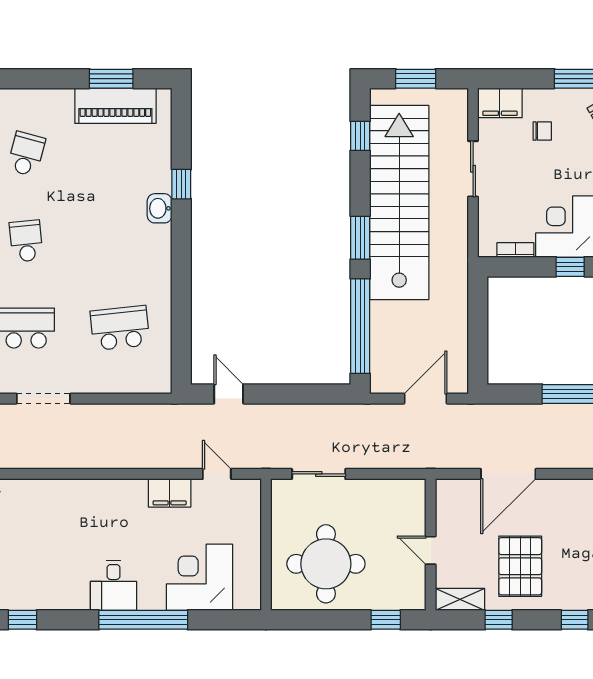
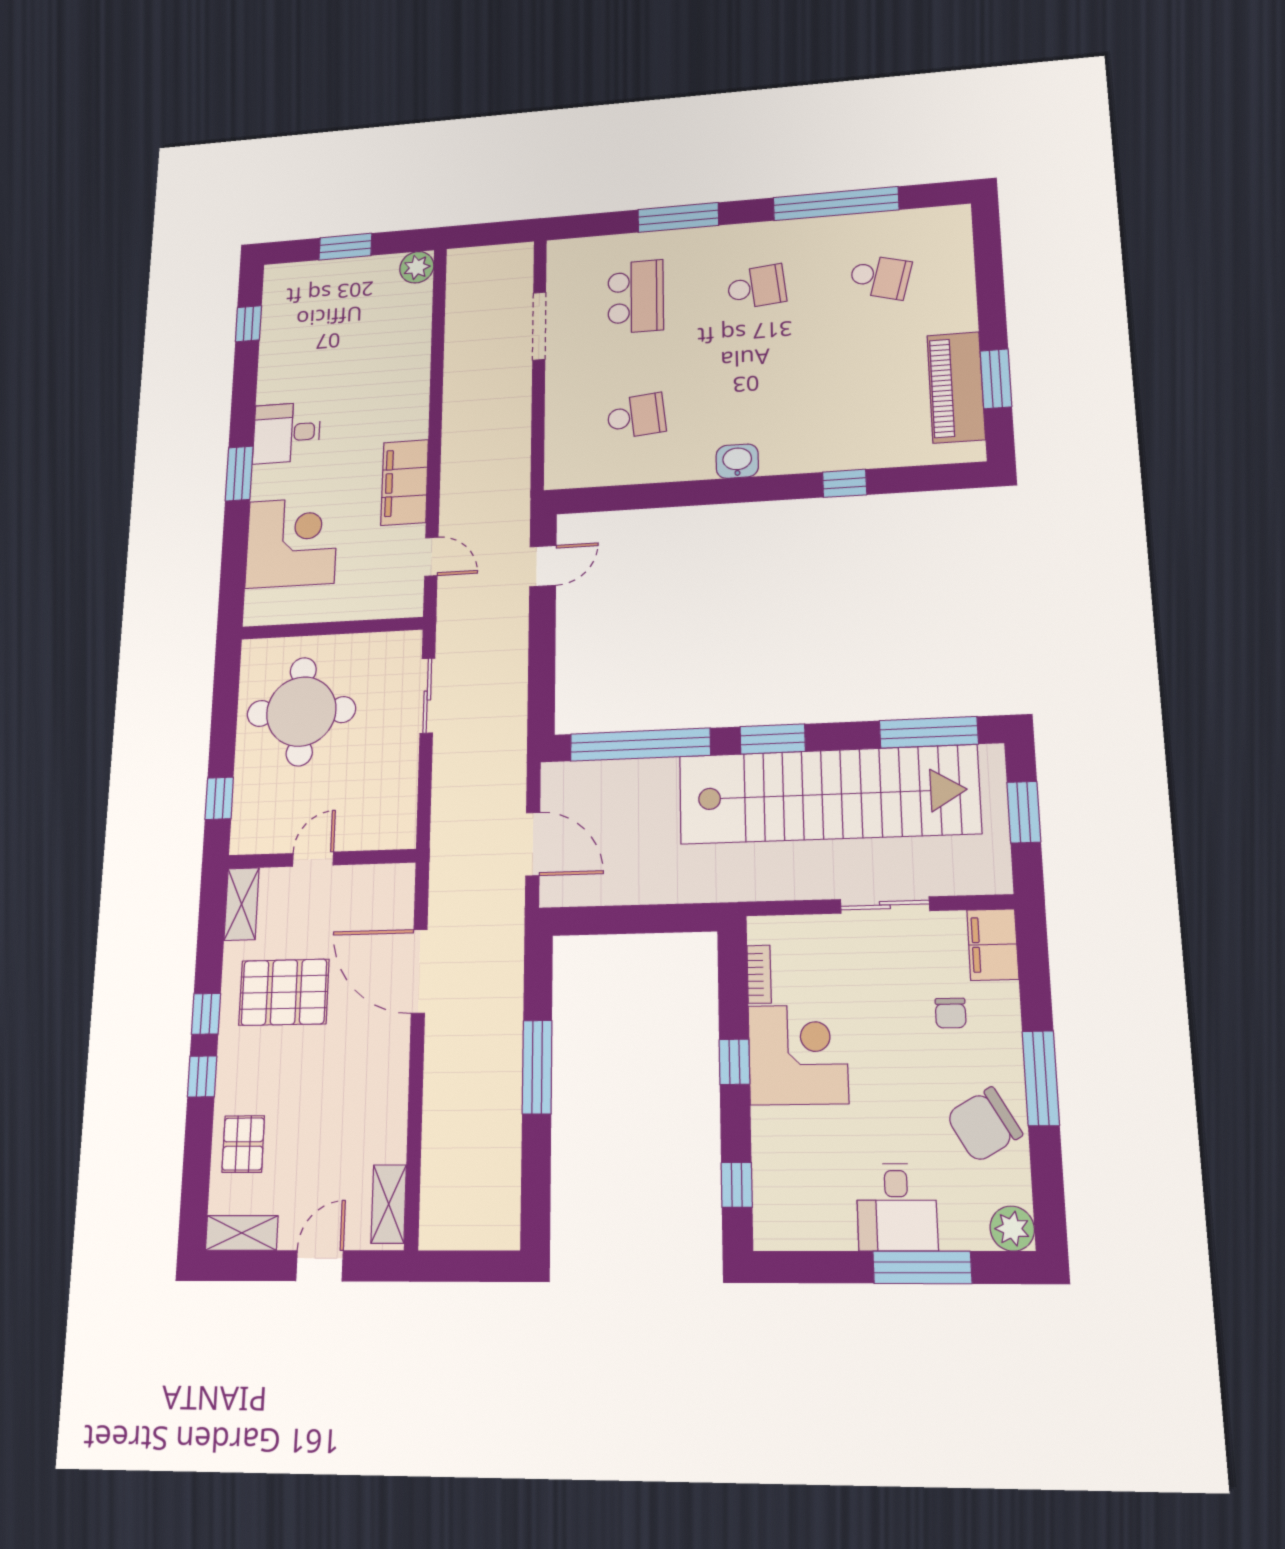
window: (360, 136) -> (929, 732), width x2.17
washbasin: (160, 208) -> (737, 461), moved
school desk: (120, 328) -> (636, 416), width x0.54
door: (217, 474) -> (431, 557), hinge flipped
filing cabinet: (170, 493) -> (405, 482), width x1.50, depth x1.17
window: (143, 620) -> (239, 474), width x0.47
window: (499, 620) -> (206, 1014), moved

